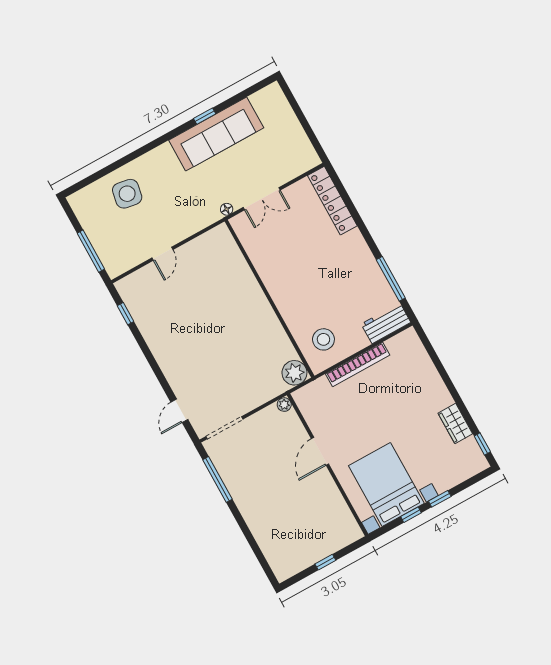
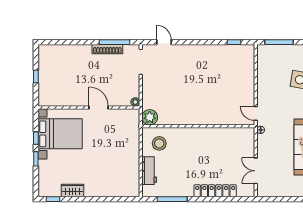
double door: (262, 199) -> (256, 171), moved
locker: (332, 201) -> (215, 191), moved
door: (162, 254) -> (256, 113), moved
workbench: (386, 323) -> (149, 171), moved
bookcase: (358, 364) -> (135, 155), removed
shoe rack: (232, 484) -> (107, 49), added

